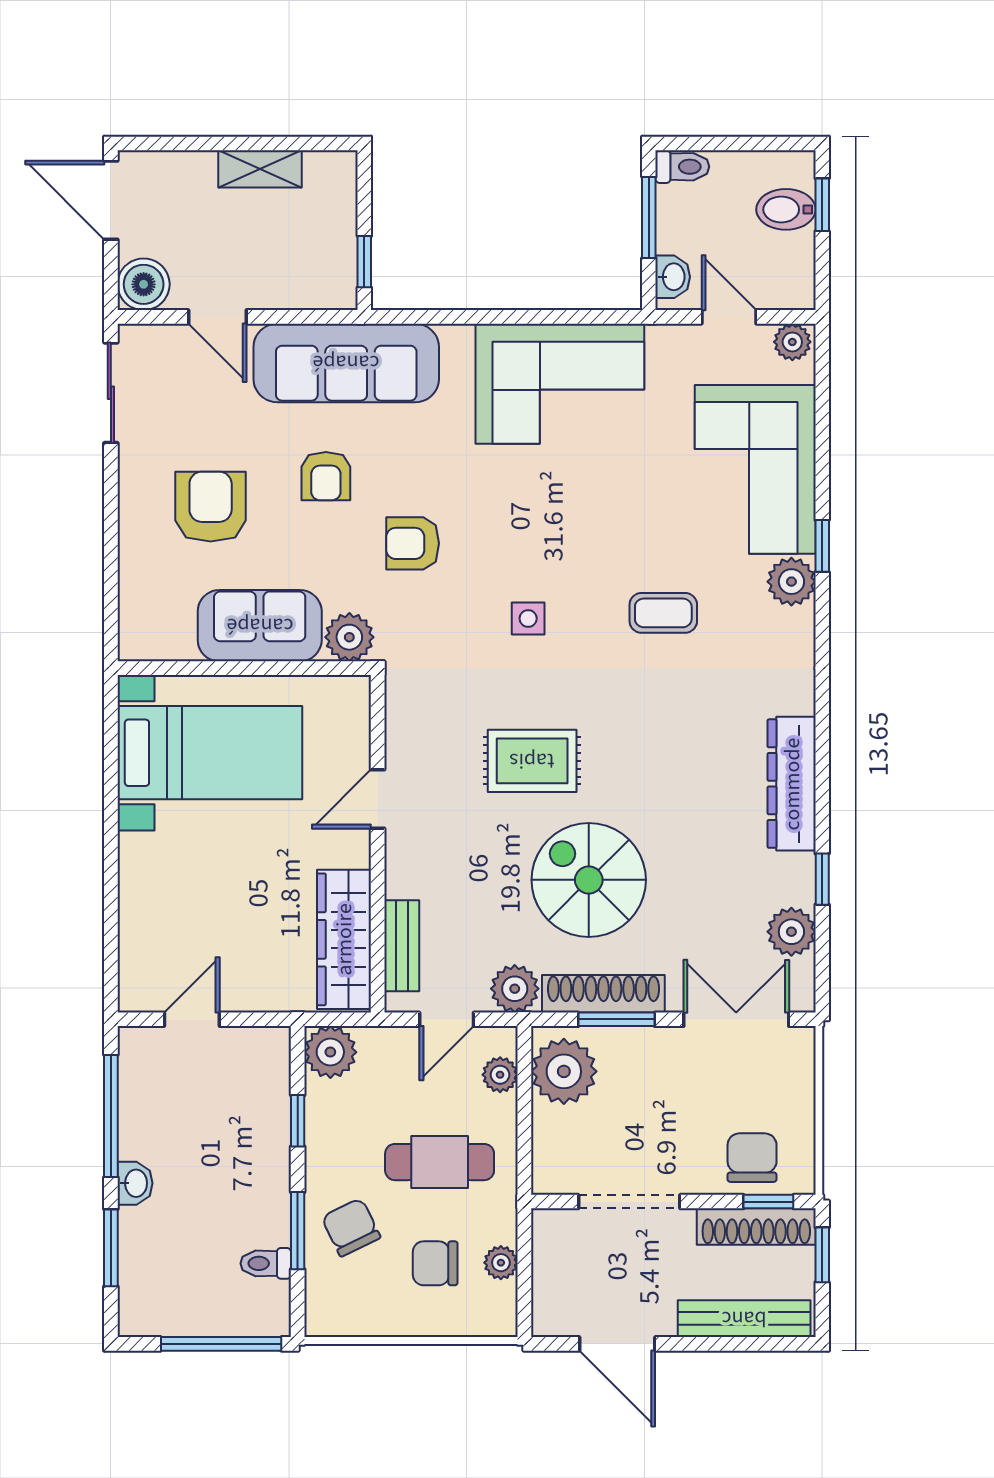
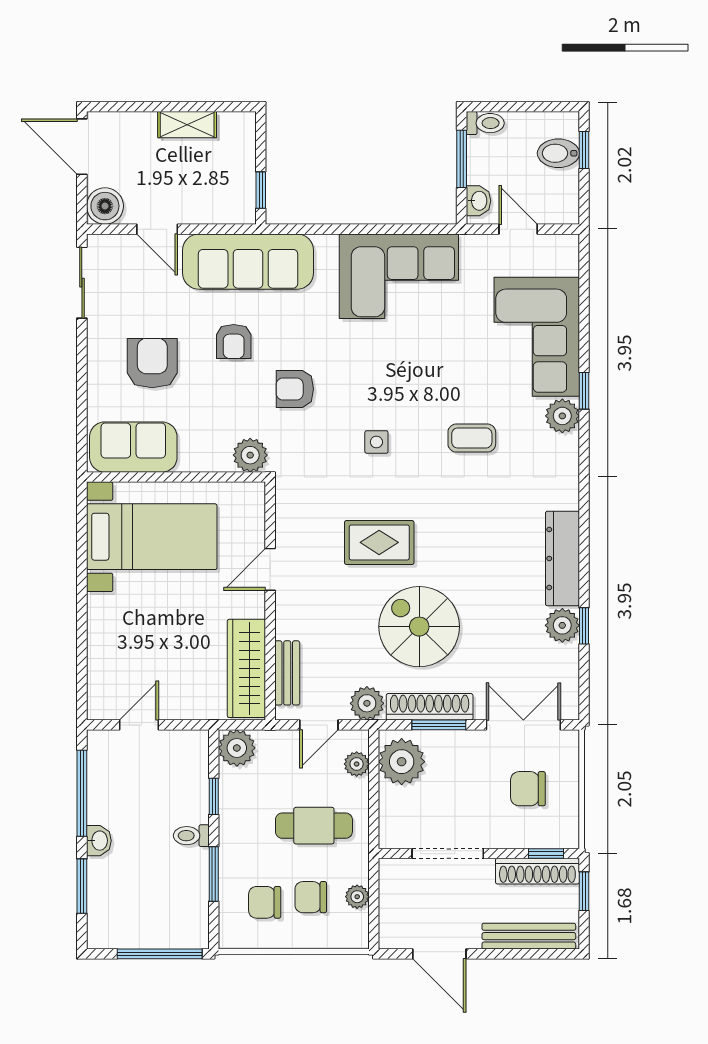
plant: (792, 342) -> (563, 247), removed
sofa: (260, 626) -> (133, 447), moved
plant: (791, 932) -> (562, 625), moved
chair: (752, 1158) -> (528, 789), moved, turned -90
chair: (351, 1227) -> (265, 902), moved, turned -64
toilet: (266, 1263) -> (191, 836), moved

